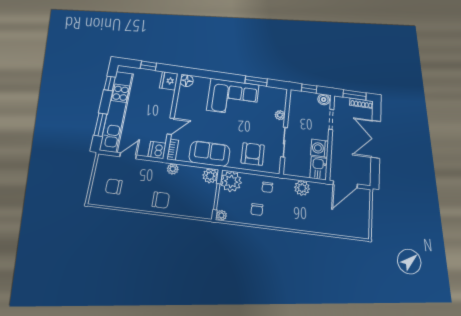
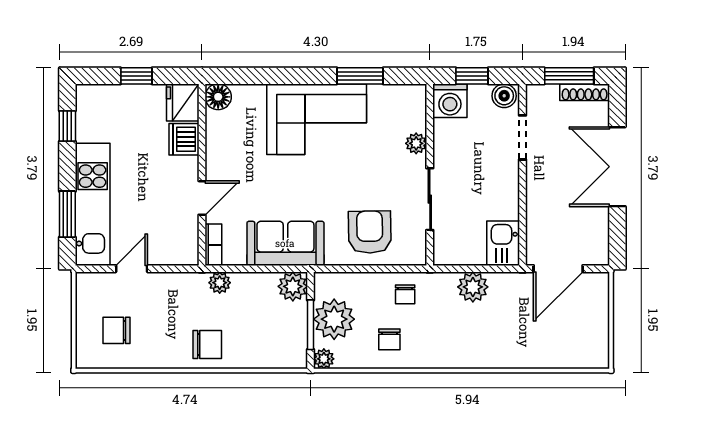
kitchen unit: (117, 111) -> (93, 204), width x0.73
washing machine: (320, 148) -> (450, 101), moved, turned -90
dishwasher: (157, 150) -> (184, 139), moved
plant: (231, 181) -> (334, 319), moved

